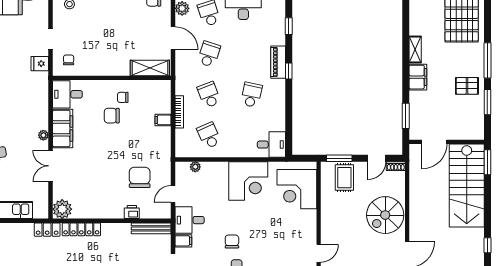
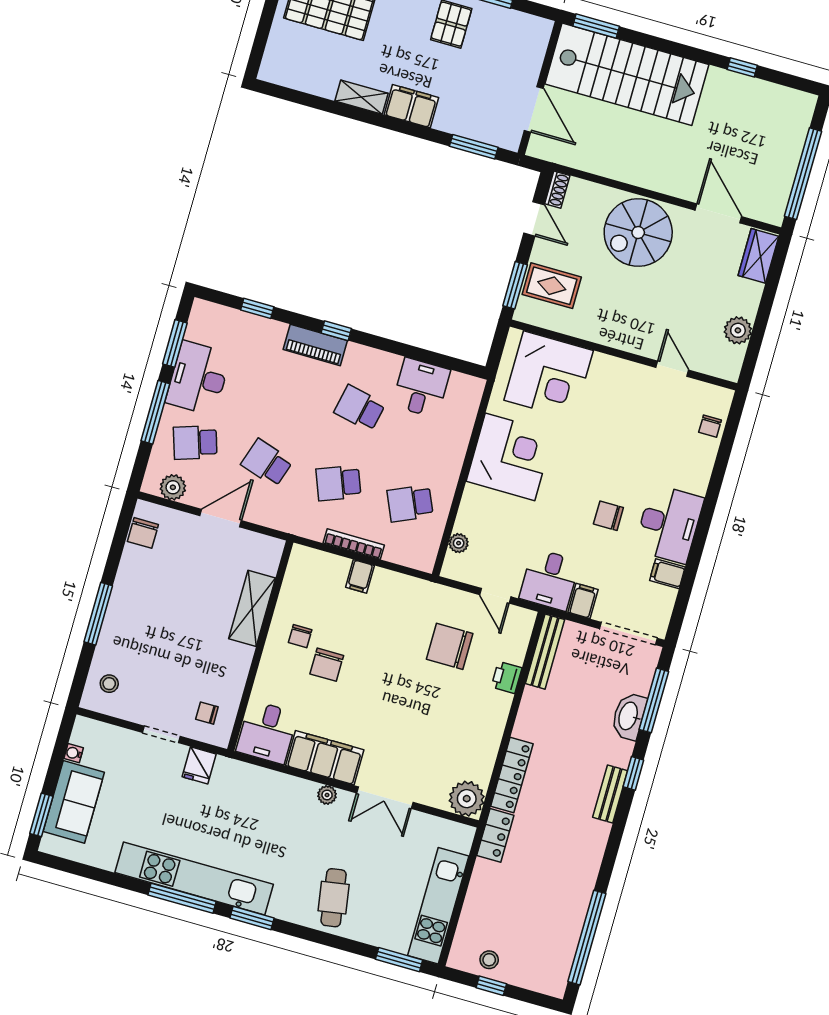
shelving: (150, 68) -> (252, 608), moved
desk: (271, 145) -> (421, 388), moved
spiral stairs: (385, 215) -> (638, 232), turned 90

